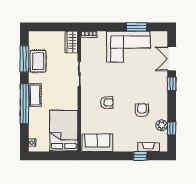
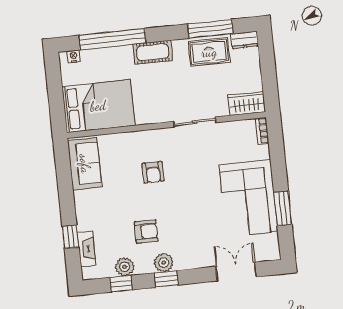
dresser: (33, 39) -> (244, 40), added
window: (172, 84) -> (166, 279), moved
plant: (162, 102) -> (164, 263), added
window: (24, 104) -> (112, 39), moved

